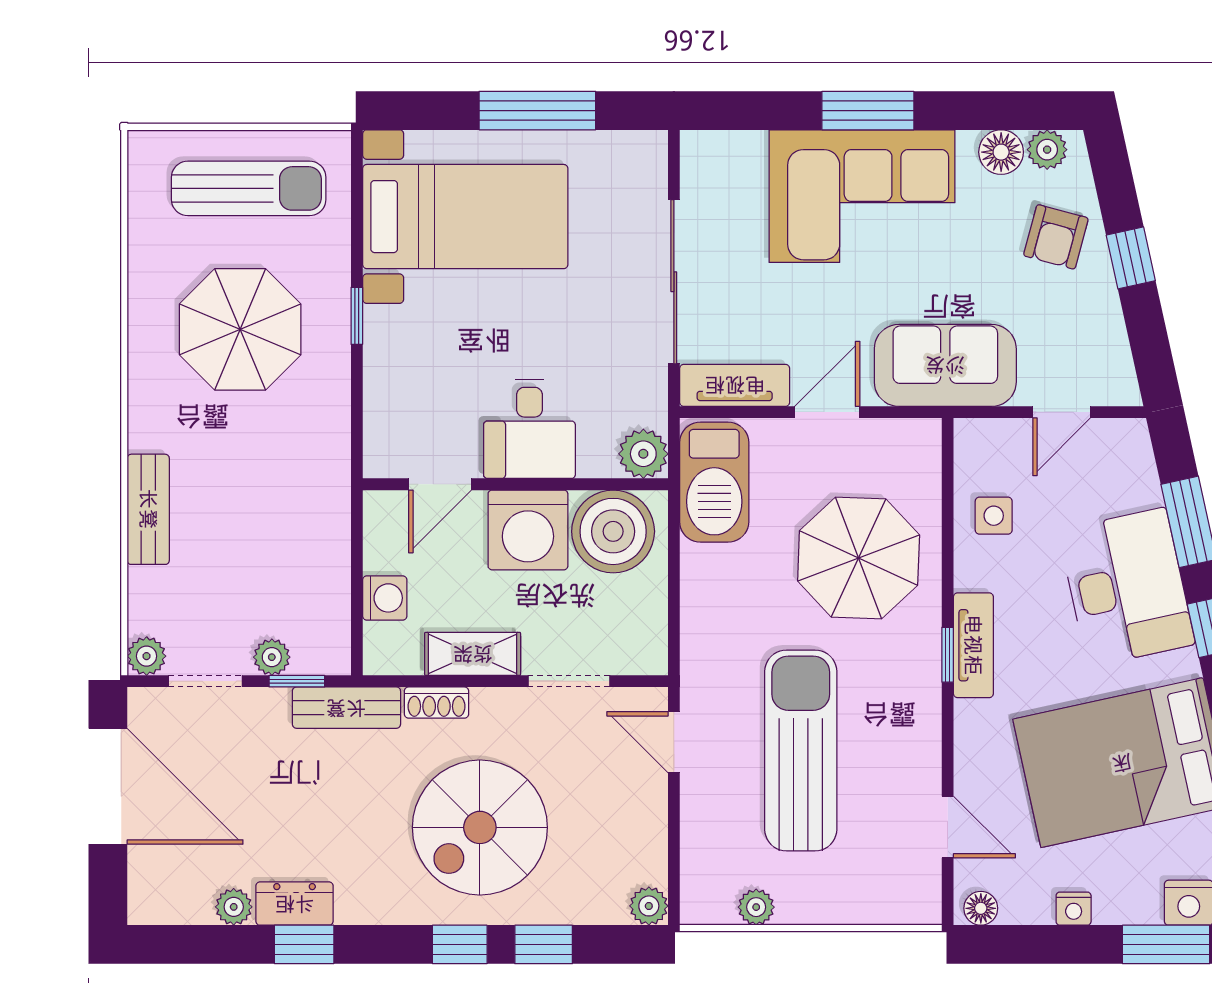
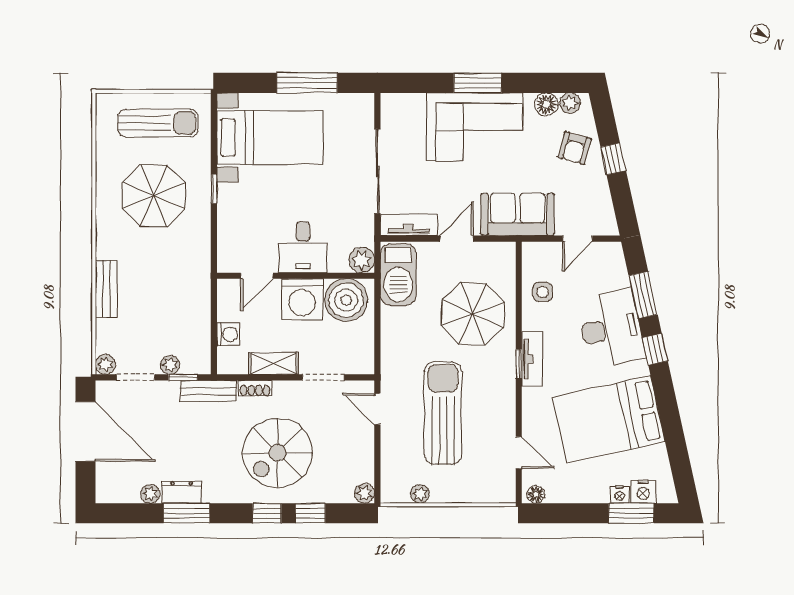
nightstand: (1074, 909) -> (619, 495), moved
window: (304, 944) -> (187, 513), width x1.50

